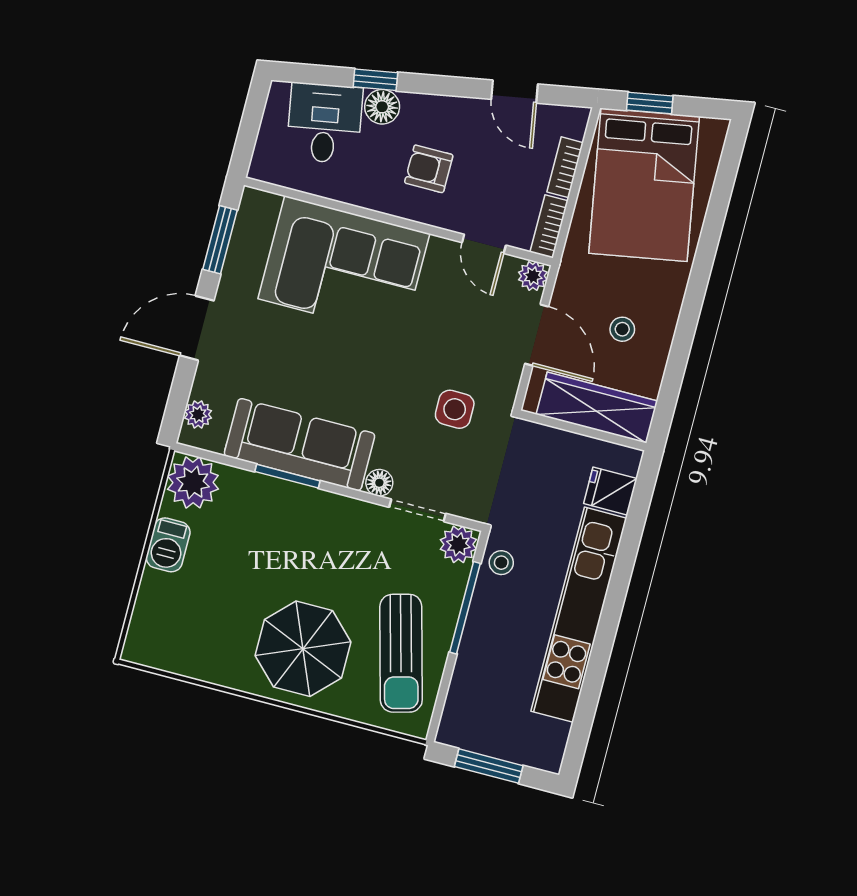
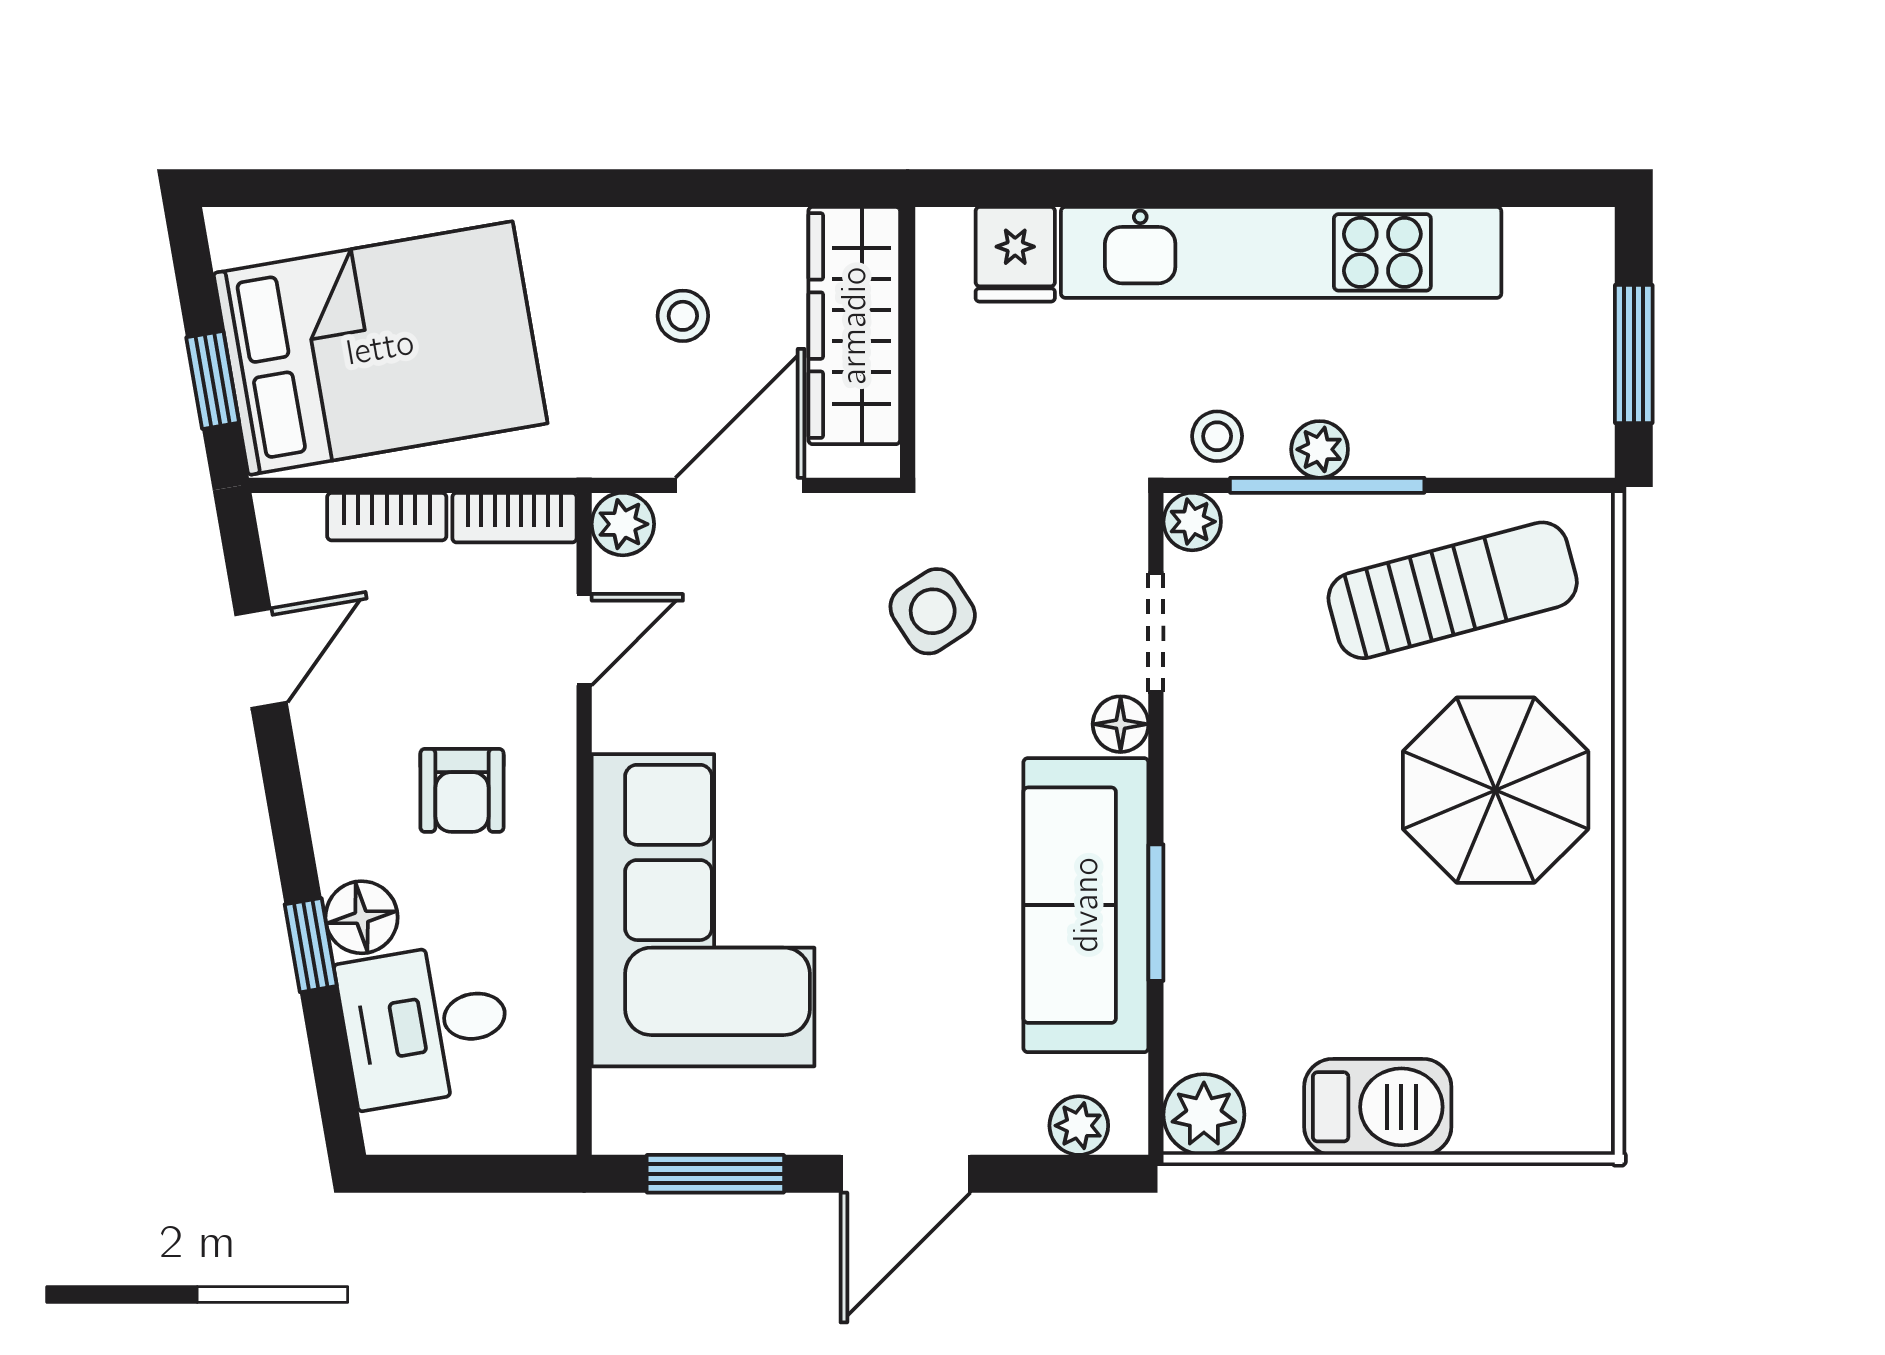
door: (197, 328) -> (905, 1174), hinge flipped
side table: (455, 409) -> (933, 611), turned -33
plant: (193, 482) -> (1204, 1115), width x0.73, depth x0.73
plant: (458, 544) -> (1192, 522), width x0.73, depth x0.73
barbecue: (168, 545) -> (1378, 1107), width x1.38, depth x1.27
plant: (483, 609) -> (1320, 449), added

